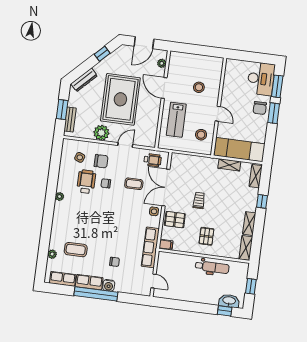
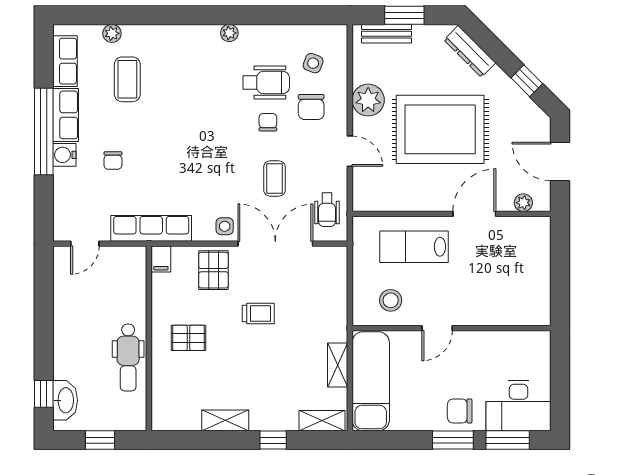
stool: (199, 87) -> (485, 283), removed
shelving: (246, 248) -> (176, 420), removed

